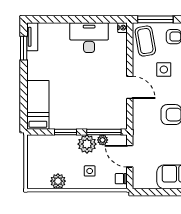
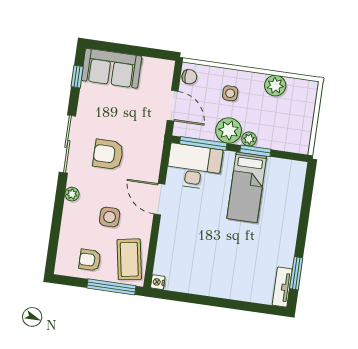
desk: (89, 38) -> (194, 167), moved, turned 180
bed: (38, 105) -> (247, 187), moved
plant: (103, 140) -> (249, 139), moved

